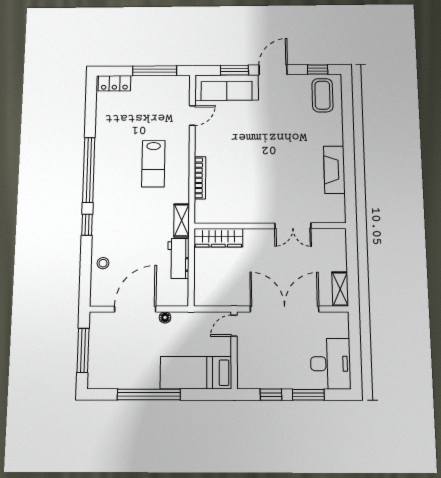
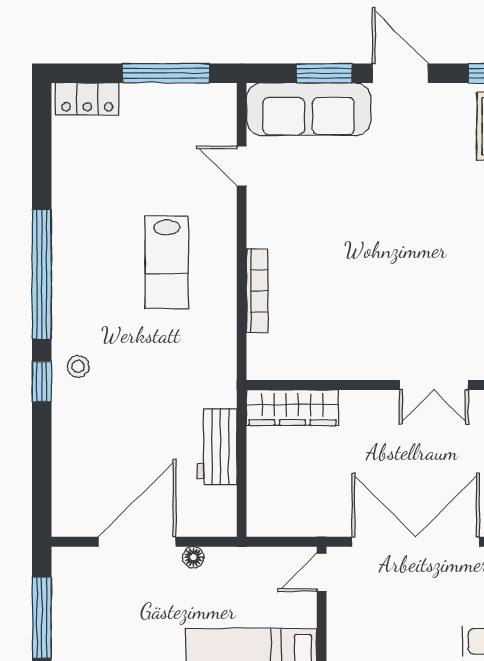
door: (273, 70) -> (400, 73), hinge flipped
door: (192, 115) -> (242, 166), swing flipped
shelving: (182, 220) -> (222, 374), removed
stool: (103, 263) -> (78, 366), moved

